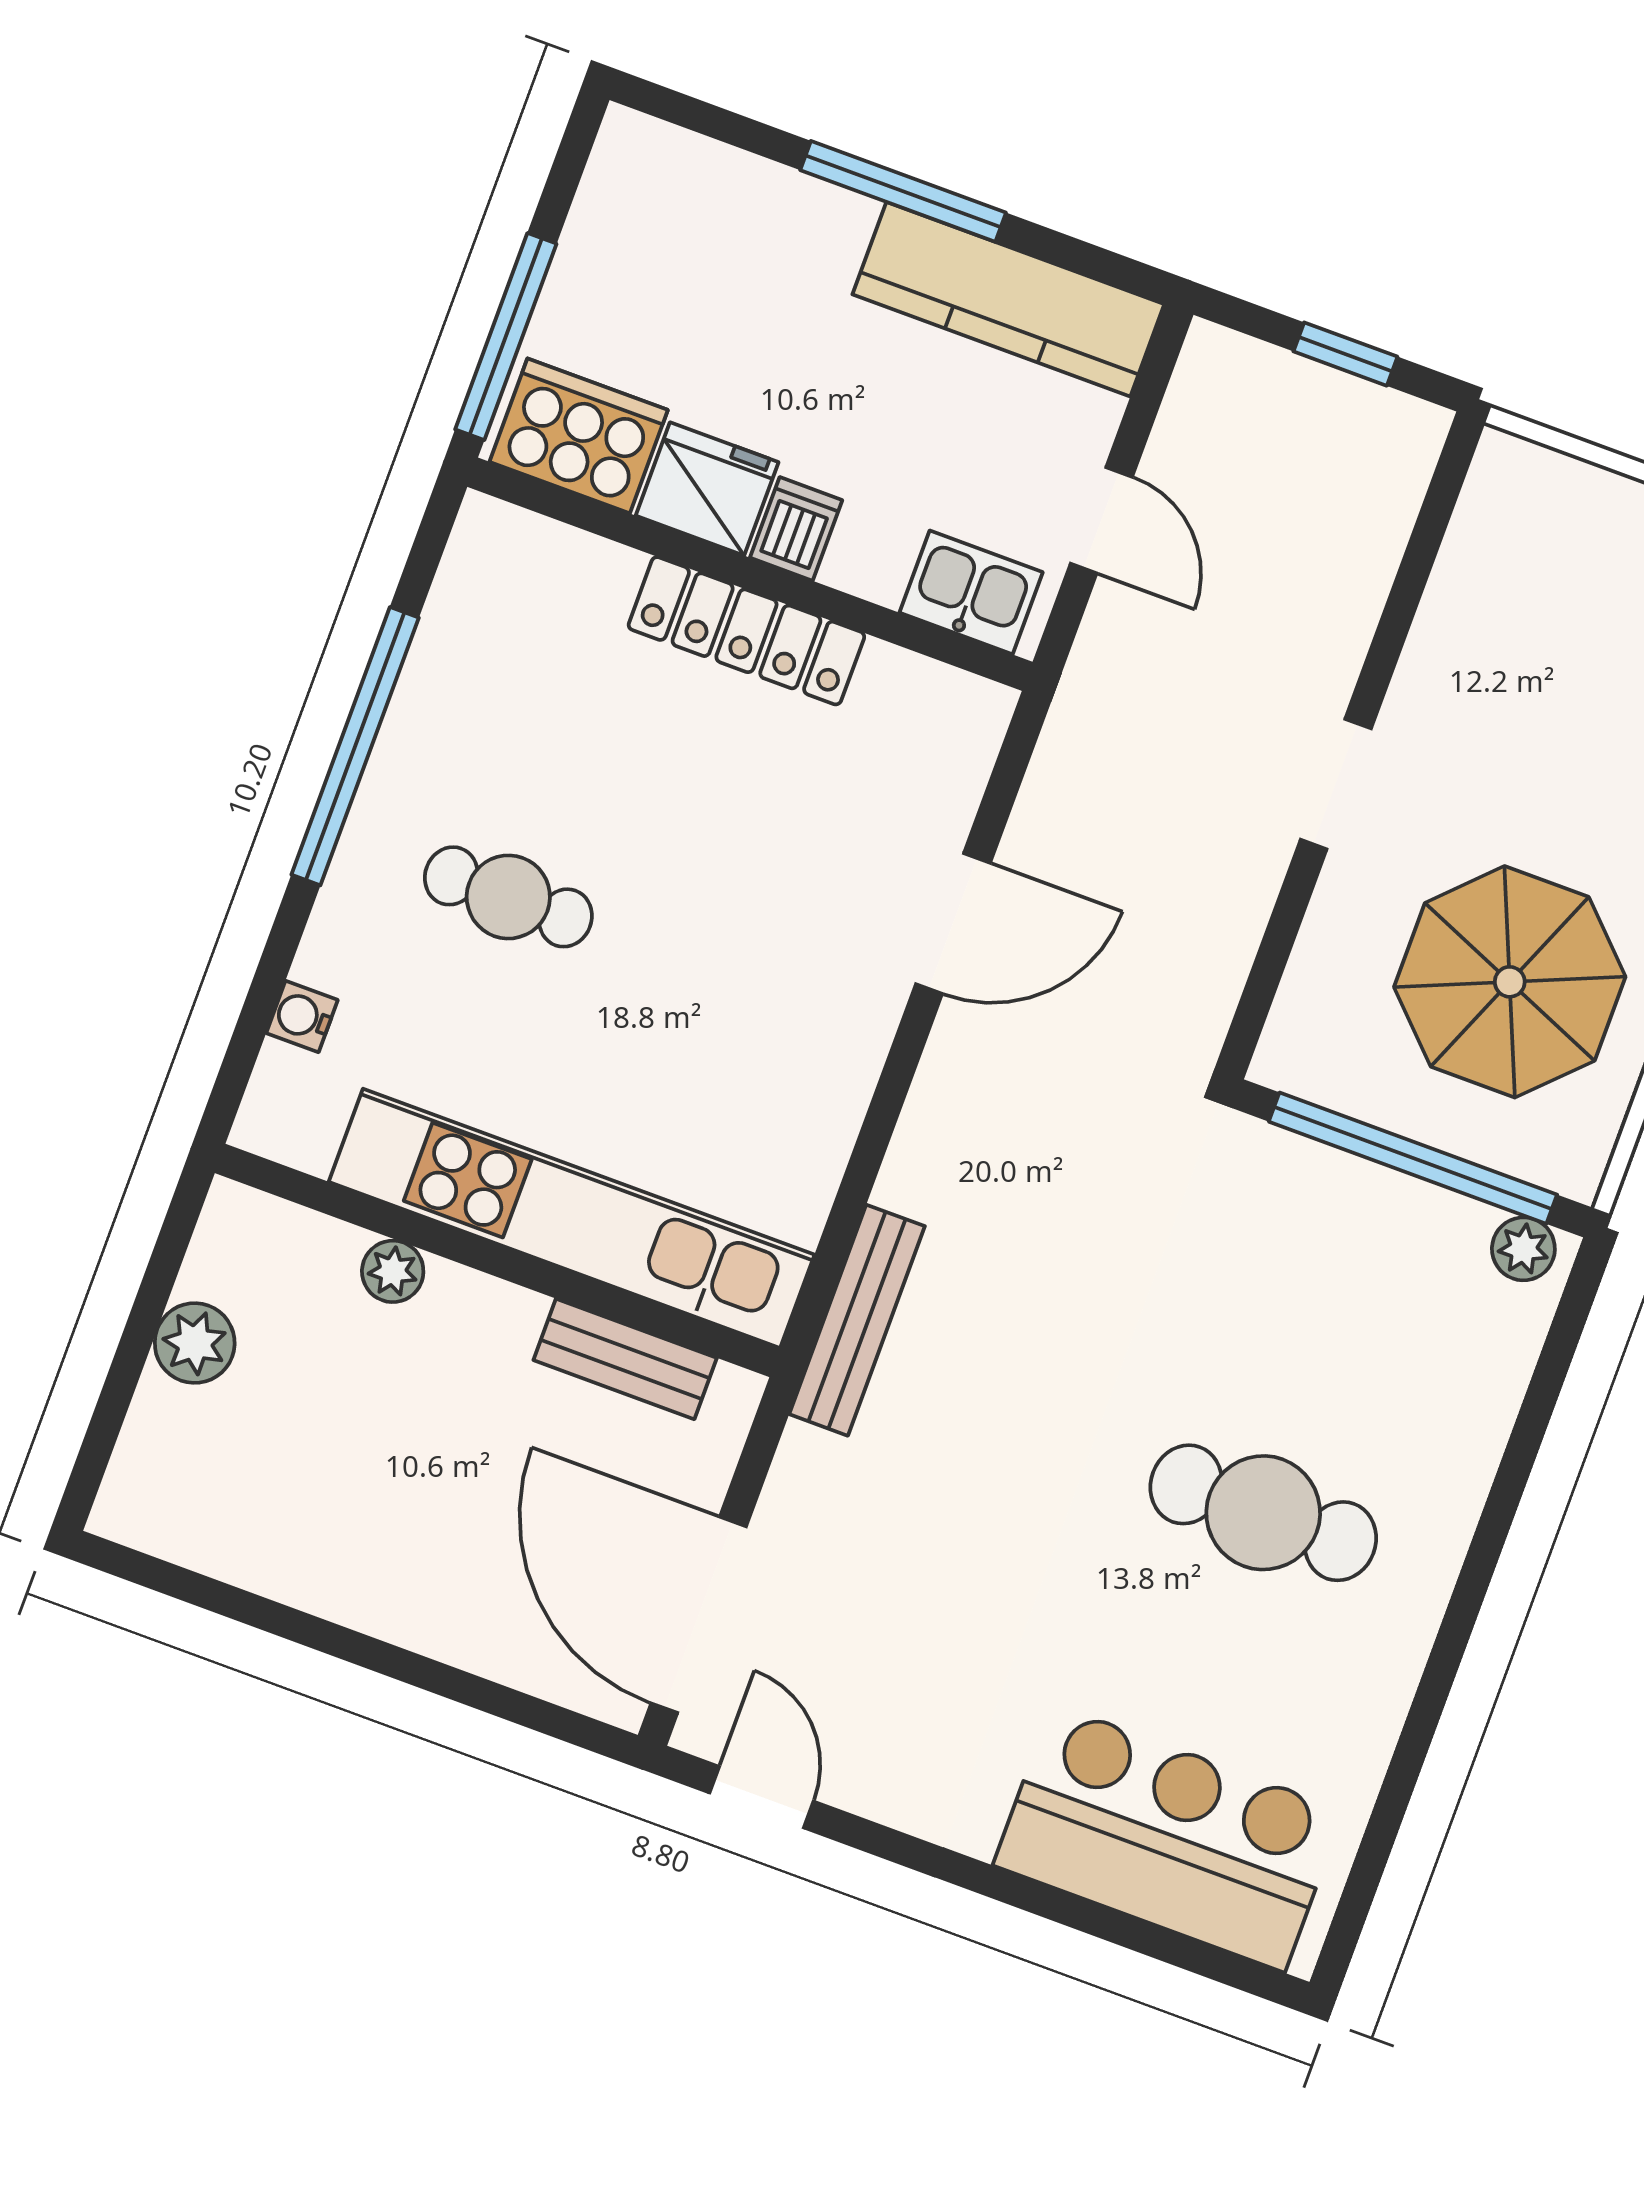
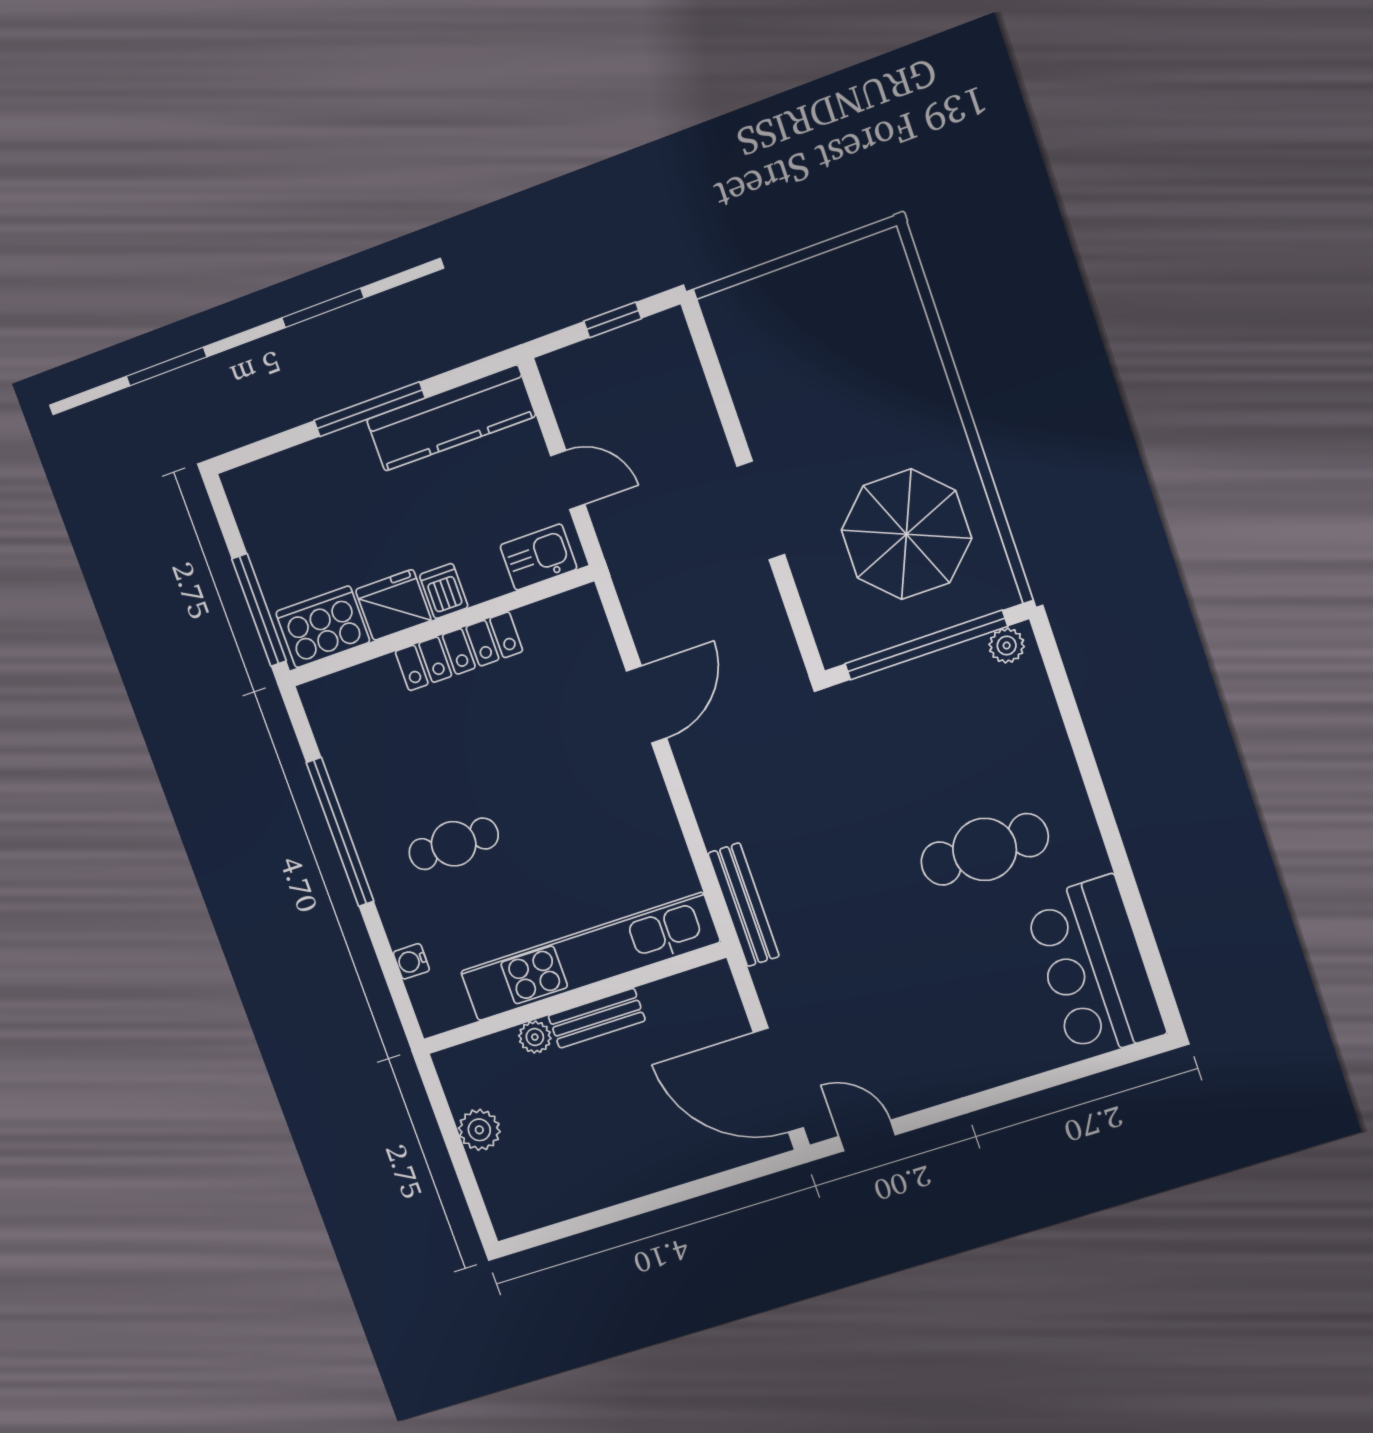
doorway: (1336, 784) -> (761, 510), width x1.38
bench: (625, 1359) -> (597, 1018), moved
bar counter: (1168, 1838) -> (1095, 968), moved, turned -90

